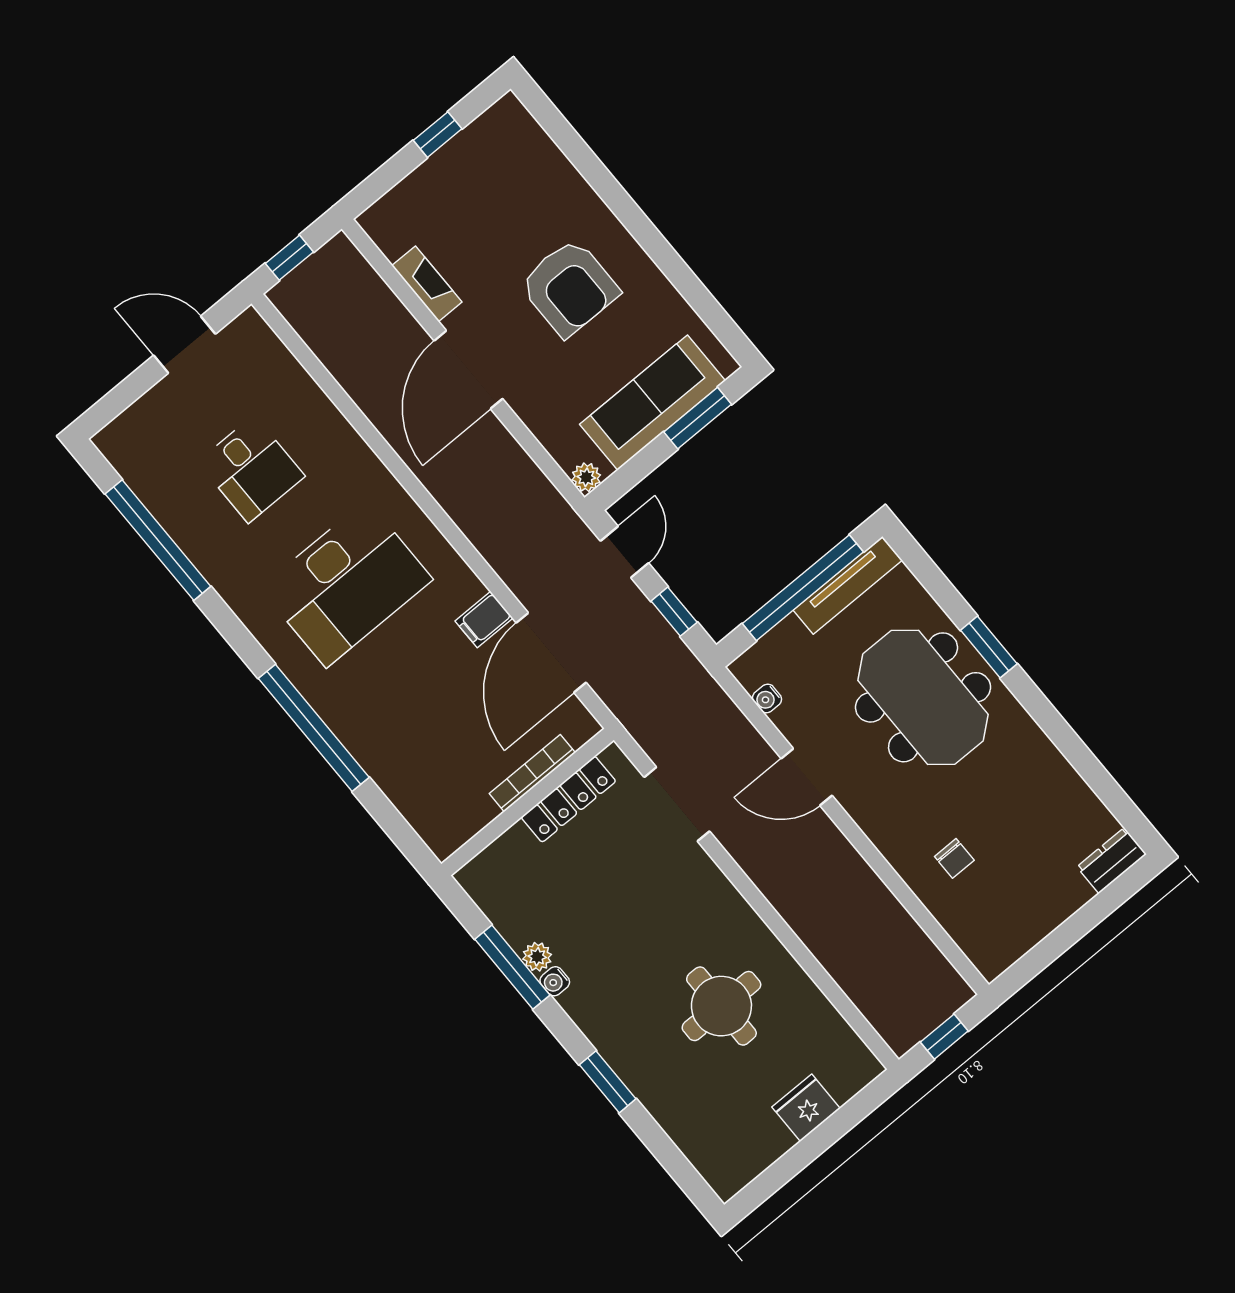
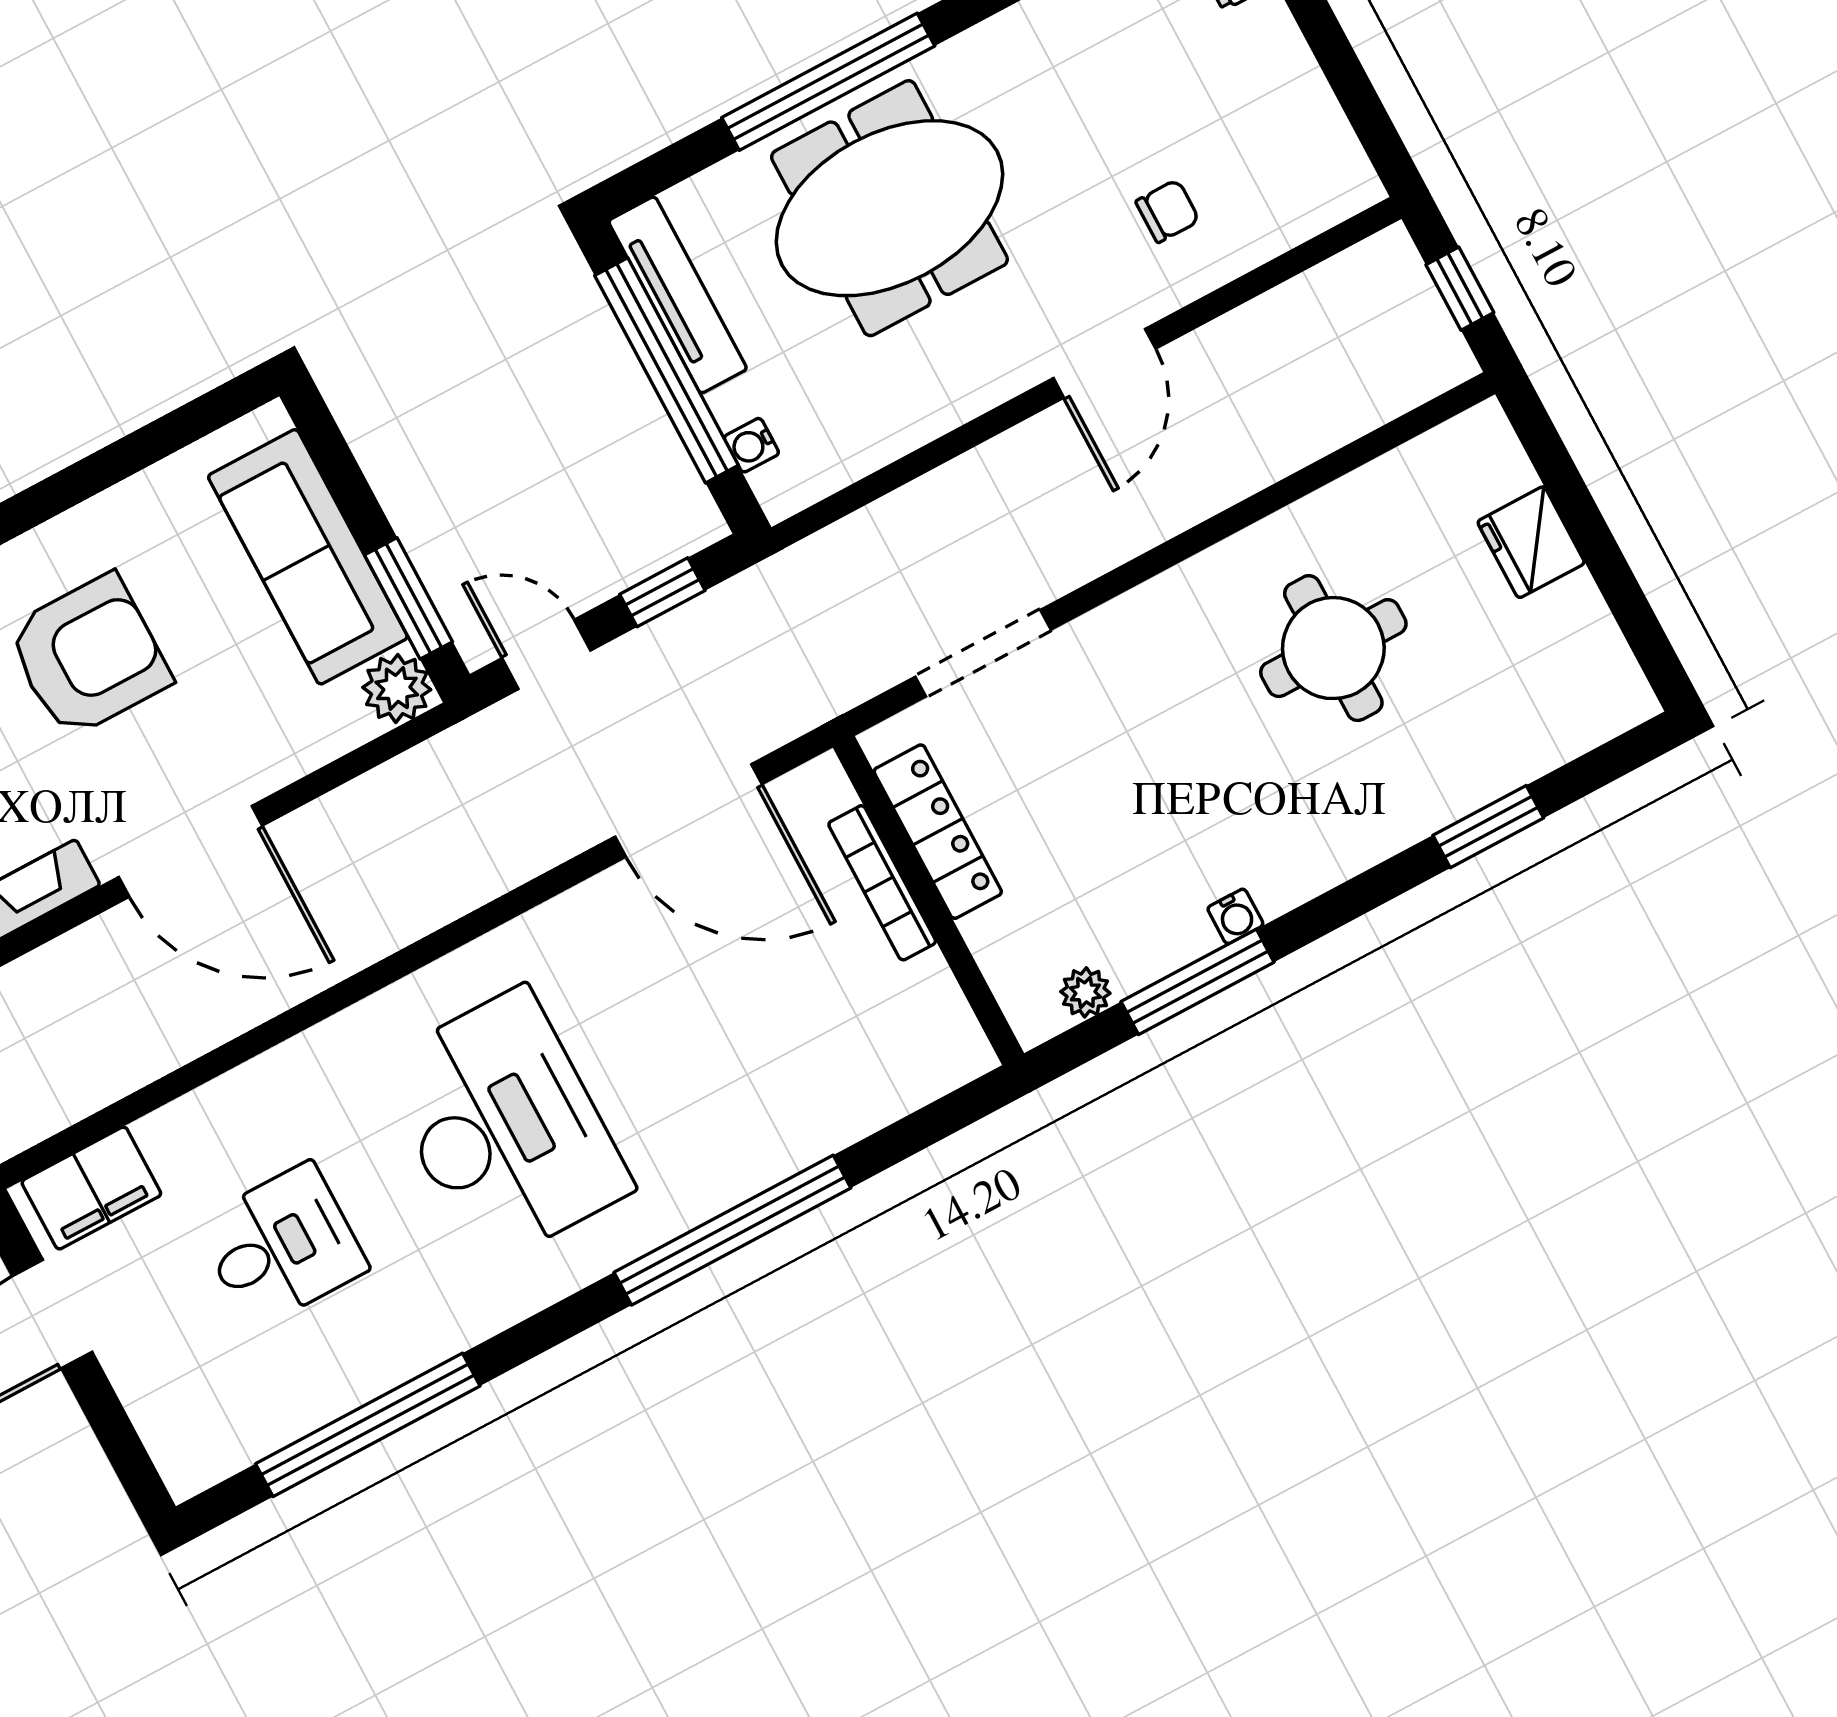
window: (698, 418) -> (408, 598), moved
plant: (586, 477) -> (397, 688), width x1.38, depth x1.38
filing cabinet: (484, 620) -> (91, 1188), moved, width x2.00
window: (989, 647) -> (828, 82), width x2.11
water cooler: (767, 699) -> (751, 445), moved, turned 90
door: (807, 777) -> (1104, 363), moved
plant: (537, 957) -> (1085, 992), moved
window: (608, 1082) -> (1488, 827), moved

